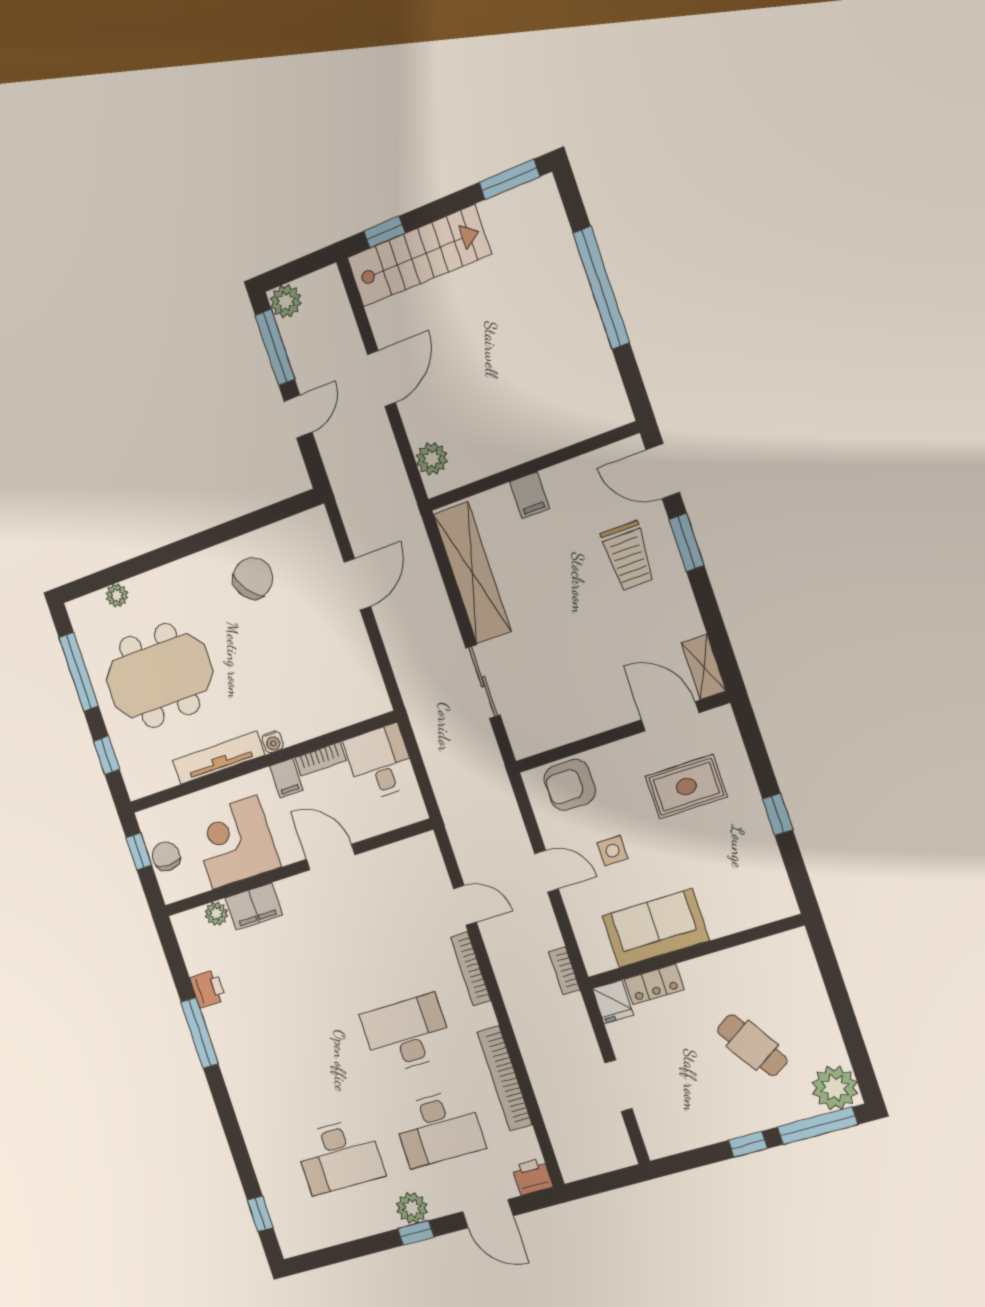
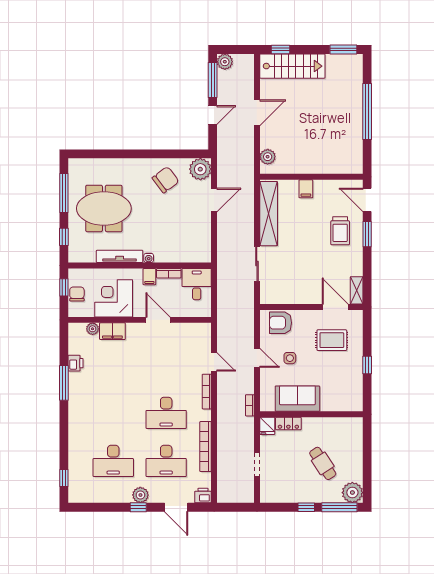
plant: (117, 596) -> (200, 169), moved, width x1.88, depth x1.88
desk: (407, 1034) -> (166, 413), turned 180

